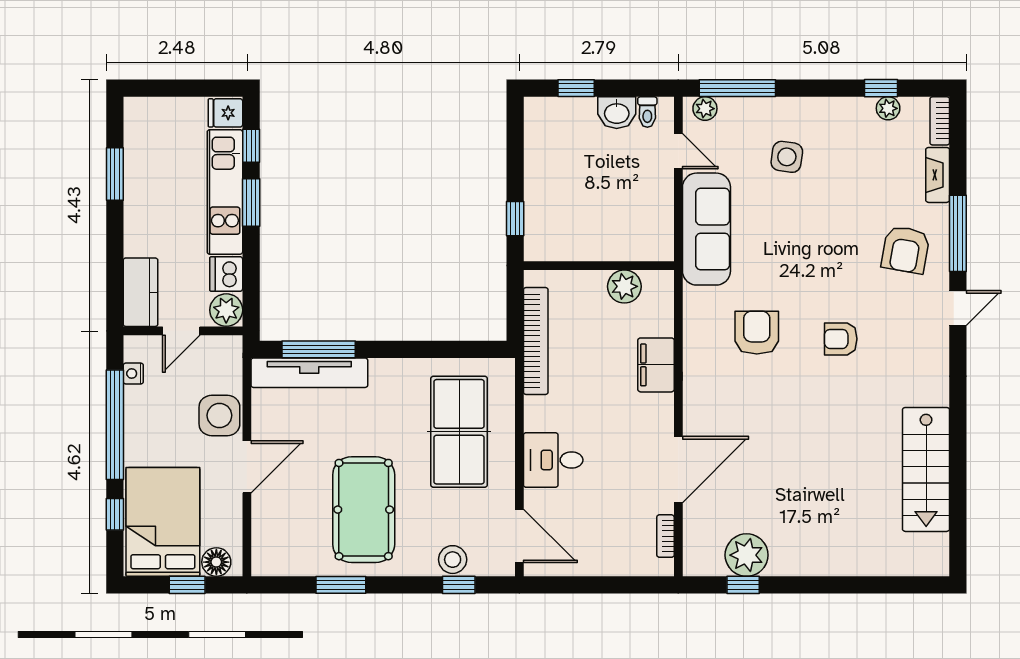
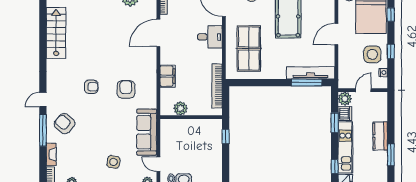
window: (251, 202) -> (335, 123), moved
armchair: (905, 250) -> (65, 124), turned -60
kitchen counter: (140, 292) -> (380, 136), moved
armchair: (757, 333) -> (126, 89), turned 180
side table: (219, 415) -> (372, 54), moved
window: (115, 425) -> (391, 51), width x0.32

